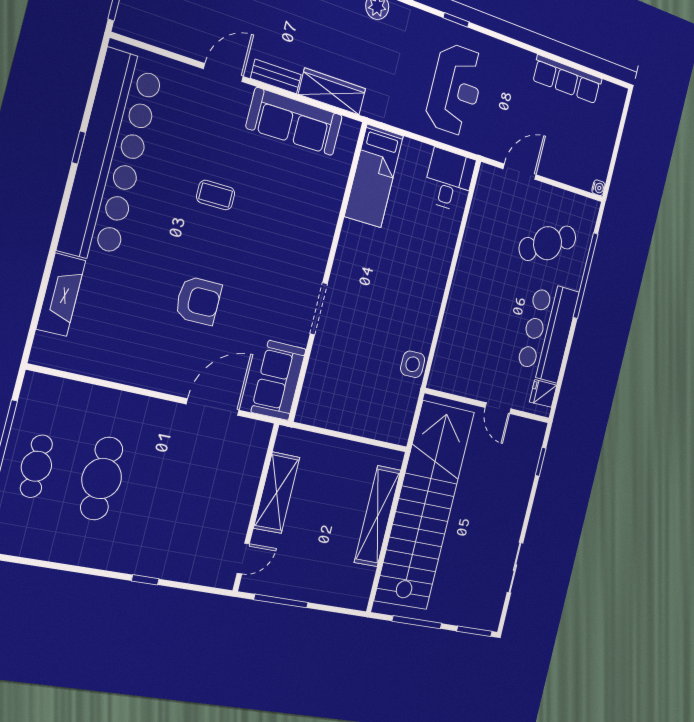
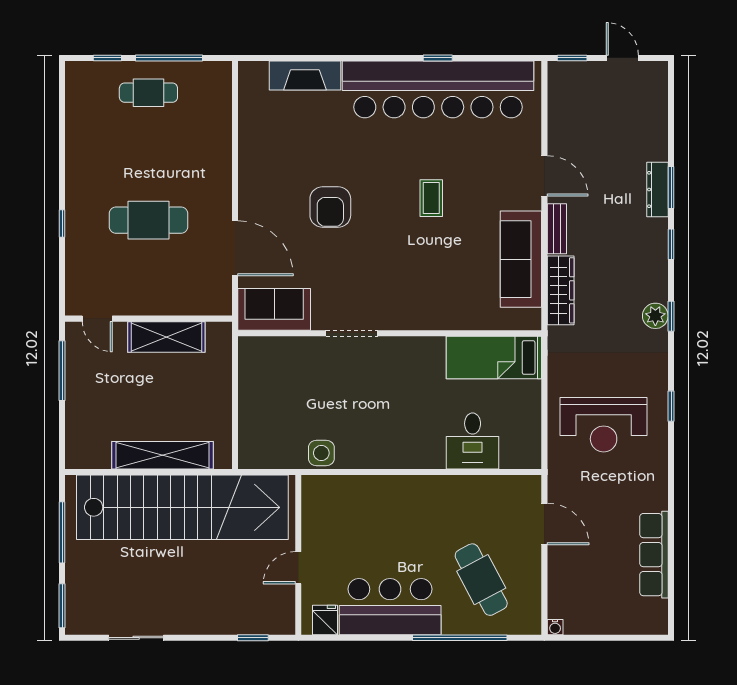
desk: (449, 180) -> (473, 441), moved, turned 90
cafe table: (102, 478) -> (148, 220), moved

